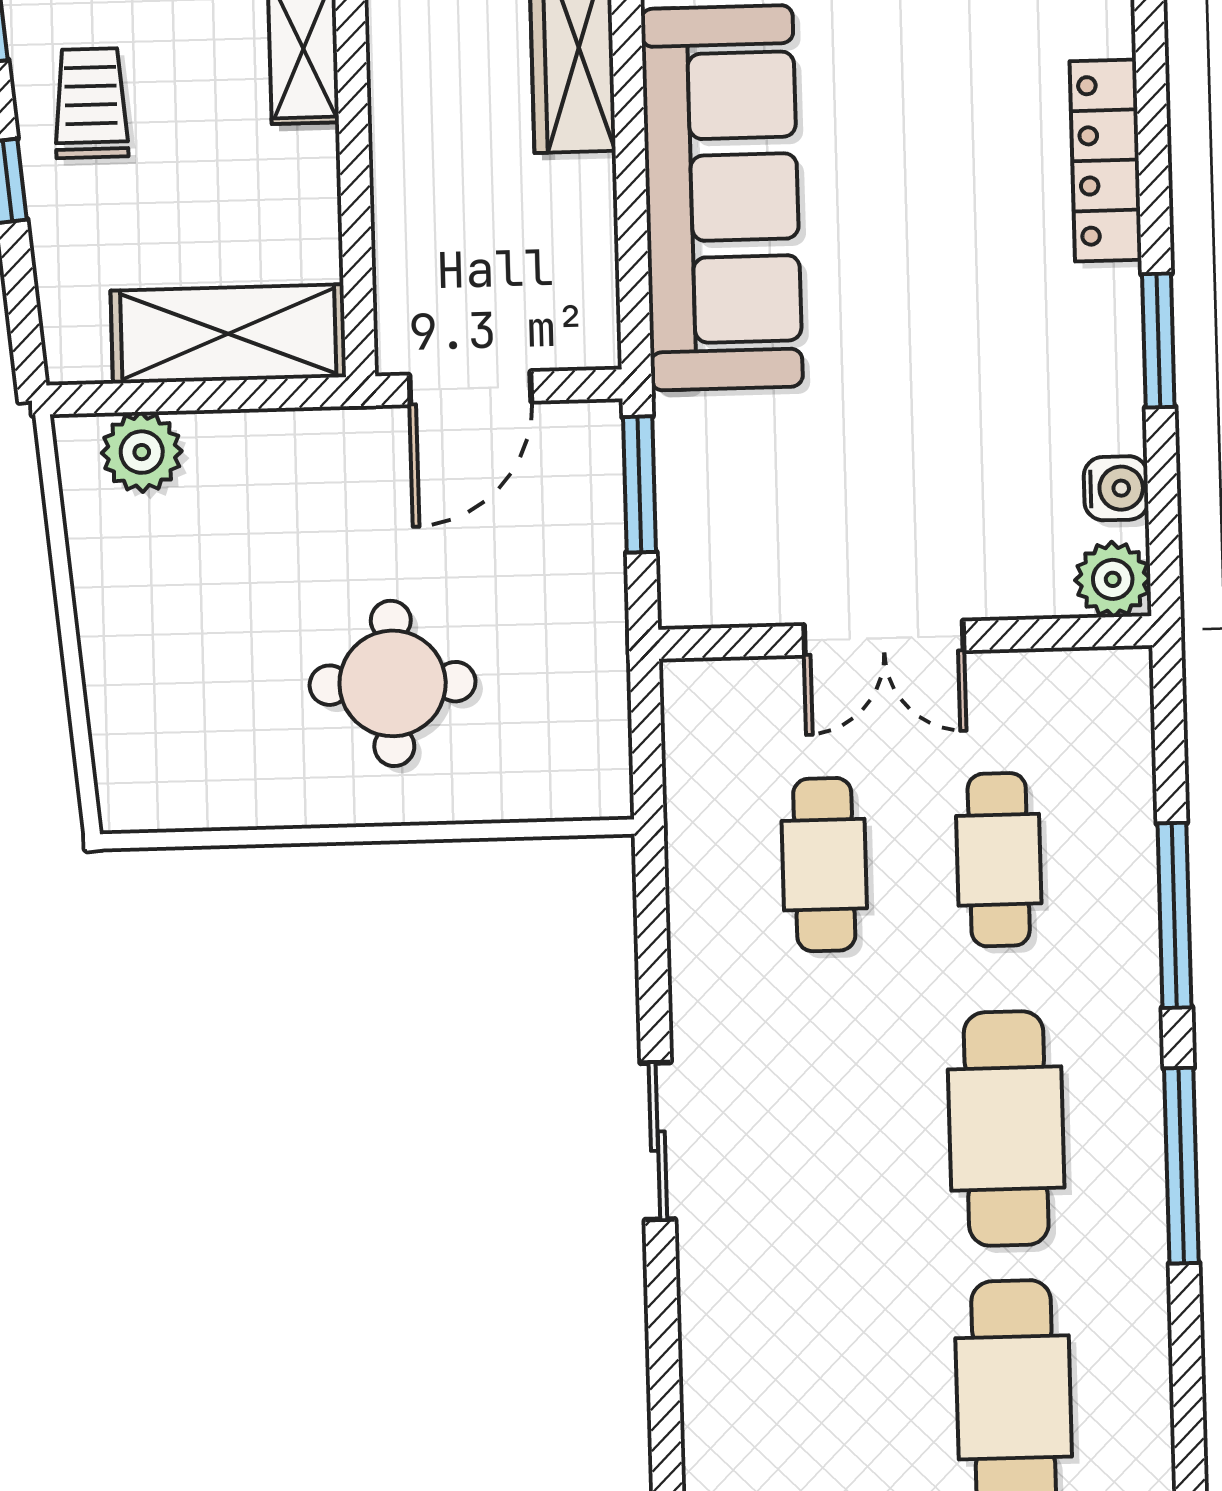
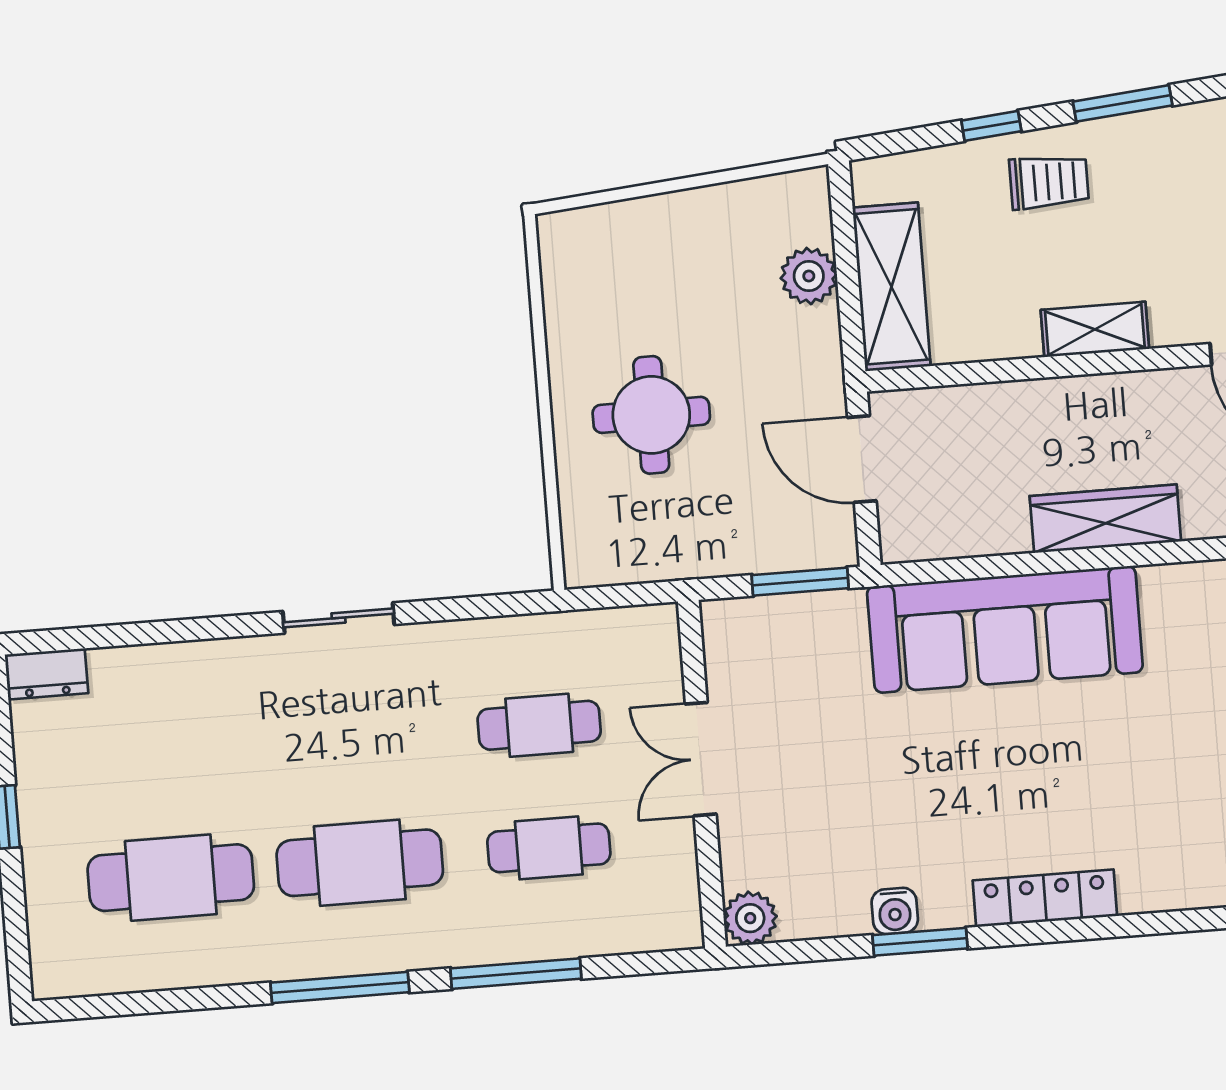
plant: (142, 452) -> (809, 276), moved
water cooler: (1116, 488) -> (895, 911), moved

